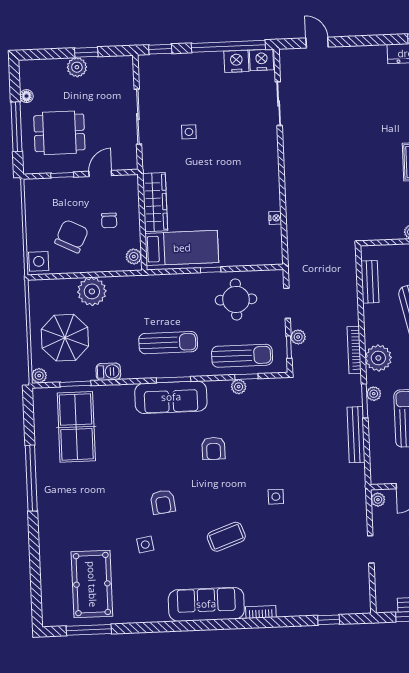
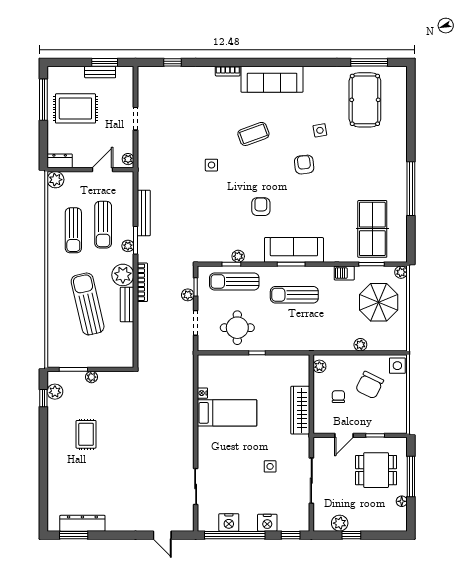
nightstand: (262, 60) -> (267, 523), moved
plant: (77, 67) -> (340, 523), moved
bed: (182, 248) -> (227, 413), moved, turned 180
bench: (370, 282) -> (127, 304), moved
plant: (92, 291) -> (360, 345), width x0.53, depth x0.53

